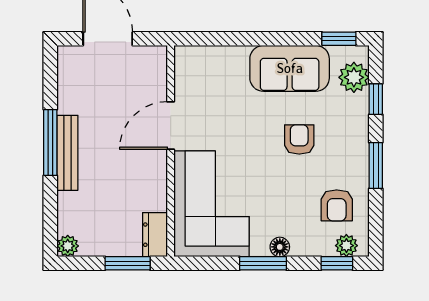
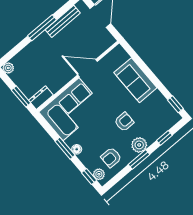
sofa: (290, 68) -> (135, 80), moved
plant: (354, 77) -> (139, 145), moved
bench: (67, 153) -> (63, 21), moved

